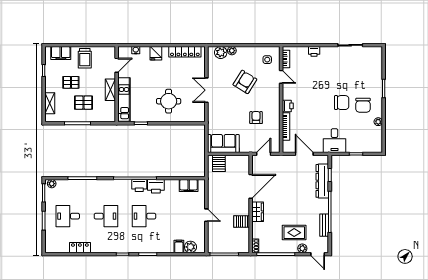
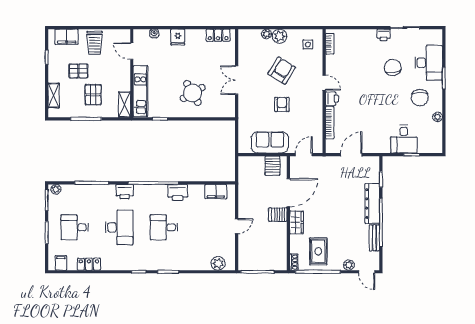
printer: (314, 51) -> (384, 35), moved
locker: (185, 52) -> (218, 35), width x0.66
plant: (221, 52) -> (280, 36), moved
door: (117, 65) -> (132, 51), swing flipped
desk: (371, 75) -> (429, 63), added
door: (281, 77) -> (324, 83), moved
shelving: (110, 90) -> (124, 105), moved
round table: (169, 101) -> (193, 93), turned -30
pallet: (84, 103) -> (93, 95), turned 90
chair: (342, 103) -> (393, 67), moved, turned -99
armchair: (256, 118) -> (282, 104), moved
desk: (334, 141) -> (404, 139), moved
sofa: (223, 143) -> (270, 142), moved
door: (304, 154) -> (351, 155), hinge flipped
server rack: (219, 163) -> (273, 166), moved
dresser: (322, 181) -> (372, 204), moved
printer: (139, 186) -> (125, 192), moved
door: (206, 215) -> (237, 226), hinge flipped
desk: (106, 216) -> (119, 227), width x1.37
server rack: (242, 222) -> (278, 215), moved
rug: (294, 233) -> (318, 251), moved, turned 90
filing cabinet: (179, 246) -> (61, 263), moved

